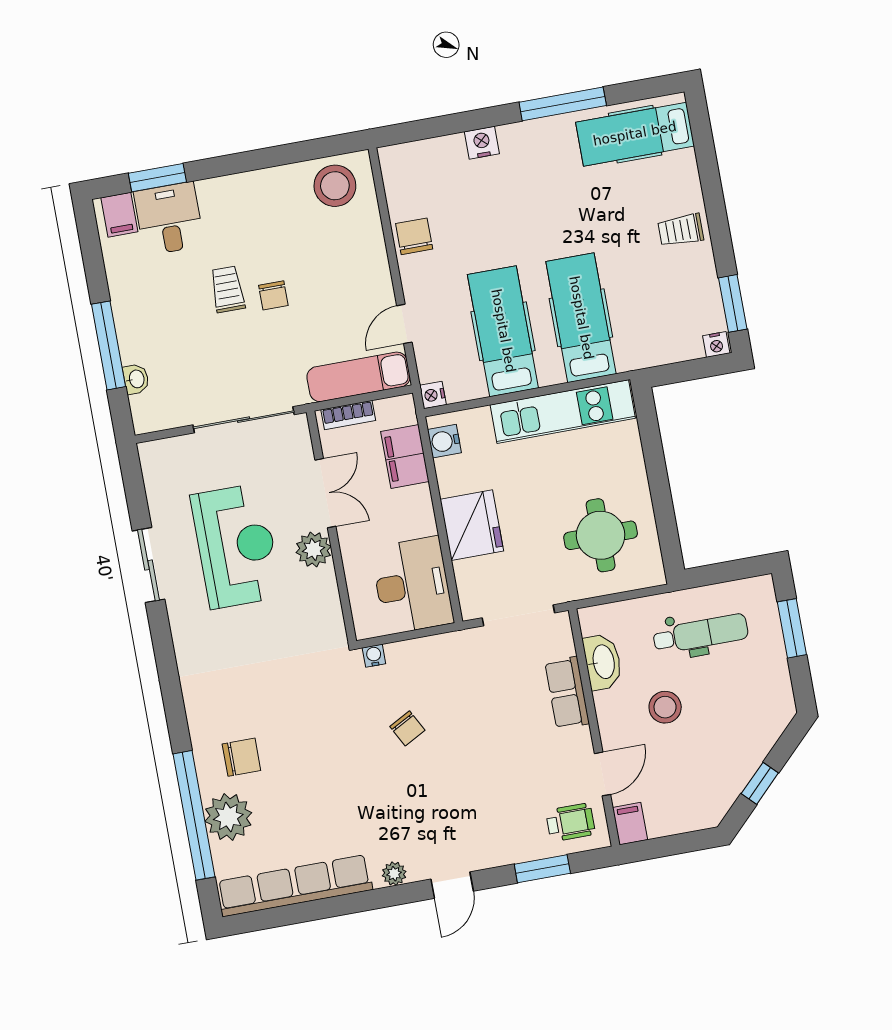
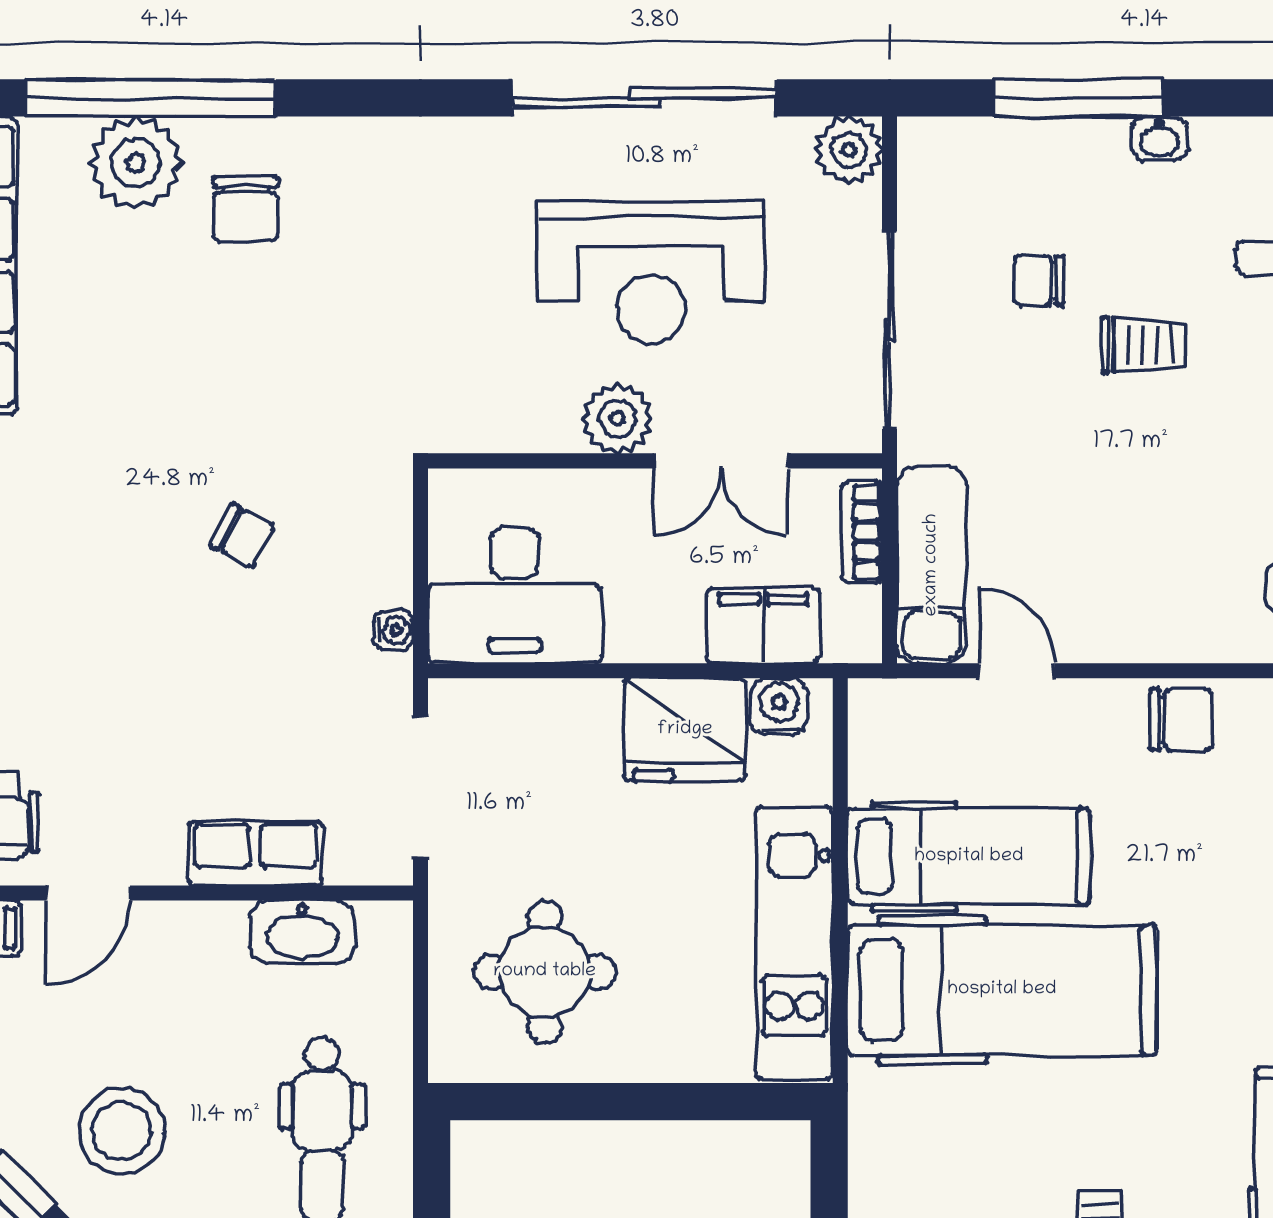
chair: (273, 295) -> (1039, 281), moved
hospital bed: (581, 318) -> (1002, 990), width x1.37, depth x1.29
washbasin: (136, 379) -> (1159, 139), moved
nightstand: (433, 395) -> (871, 700), removed
plant: (156, 457) -> (849, 150), added
fridge: (472, 525) -> (685, 730), moved
sliding door: (148, 565) -> (645, 98), width x1.86
water cooler: (374, 656) -> (393, 630), moved
stool: (665, 707) -> (122, 1131), moved, width x1.38, depth x1.38
chair: (407, 728) -> (243, 536), turned -124
door: (602, 774) -> (88, 893), hinge flipped

